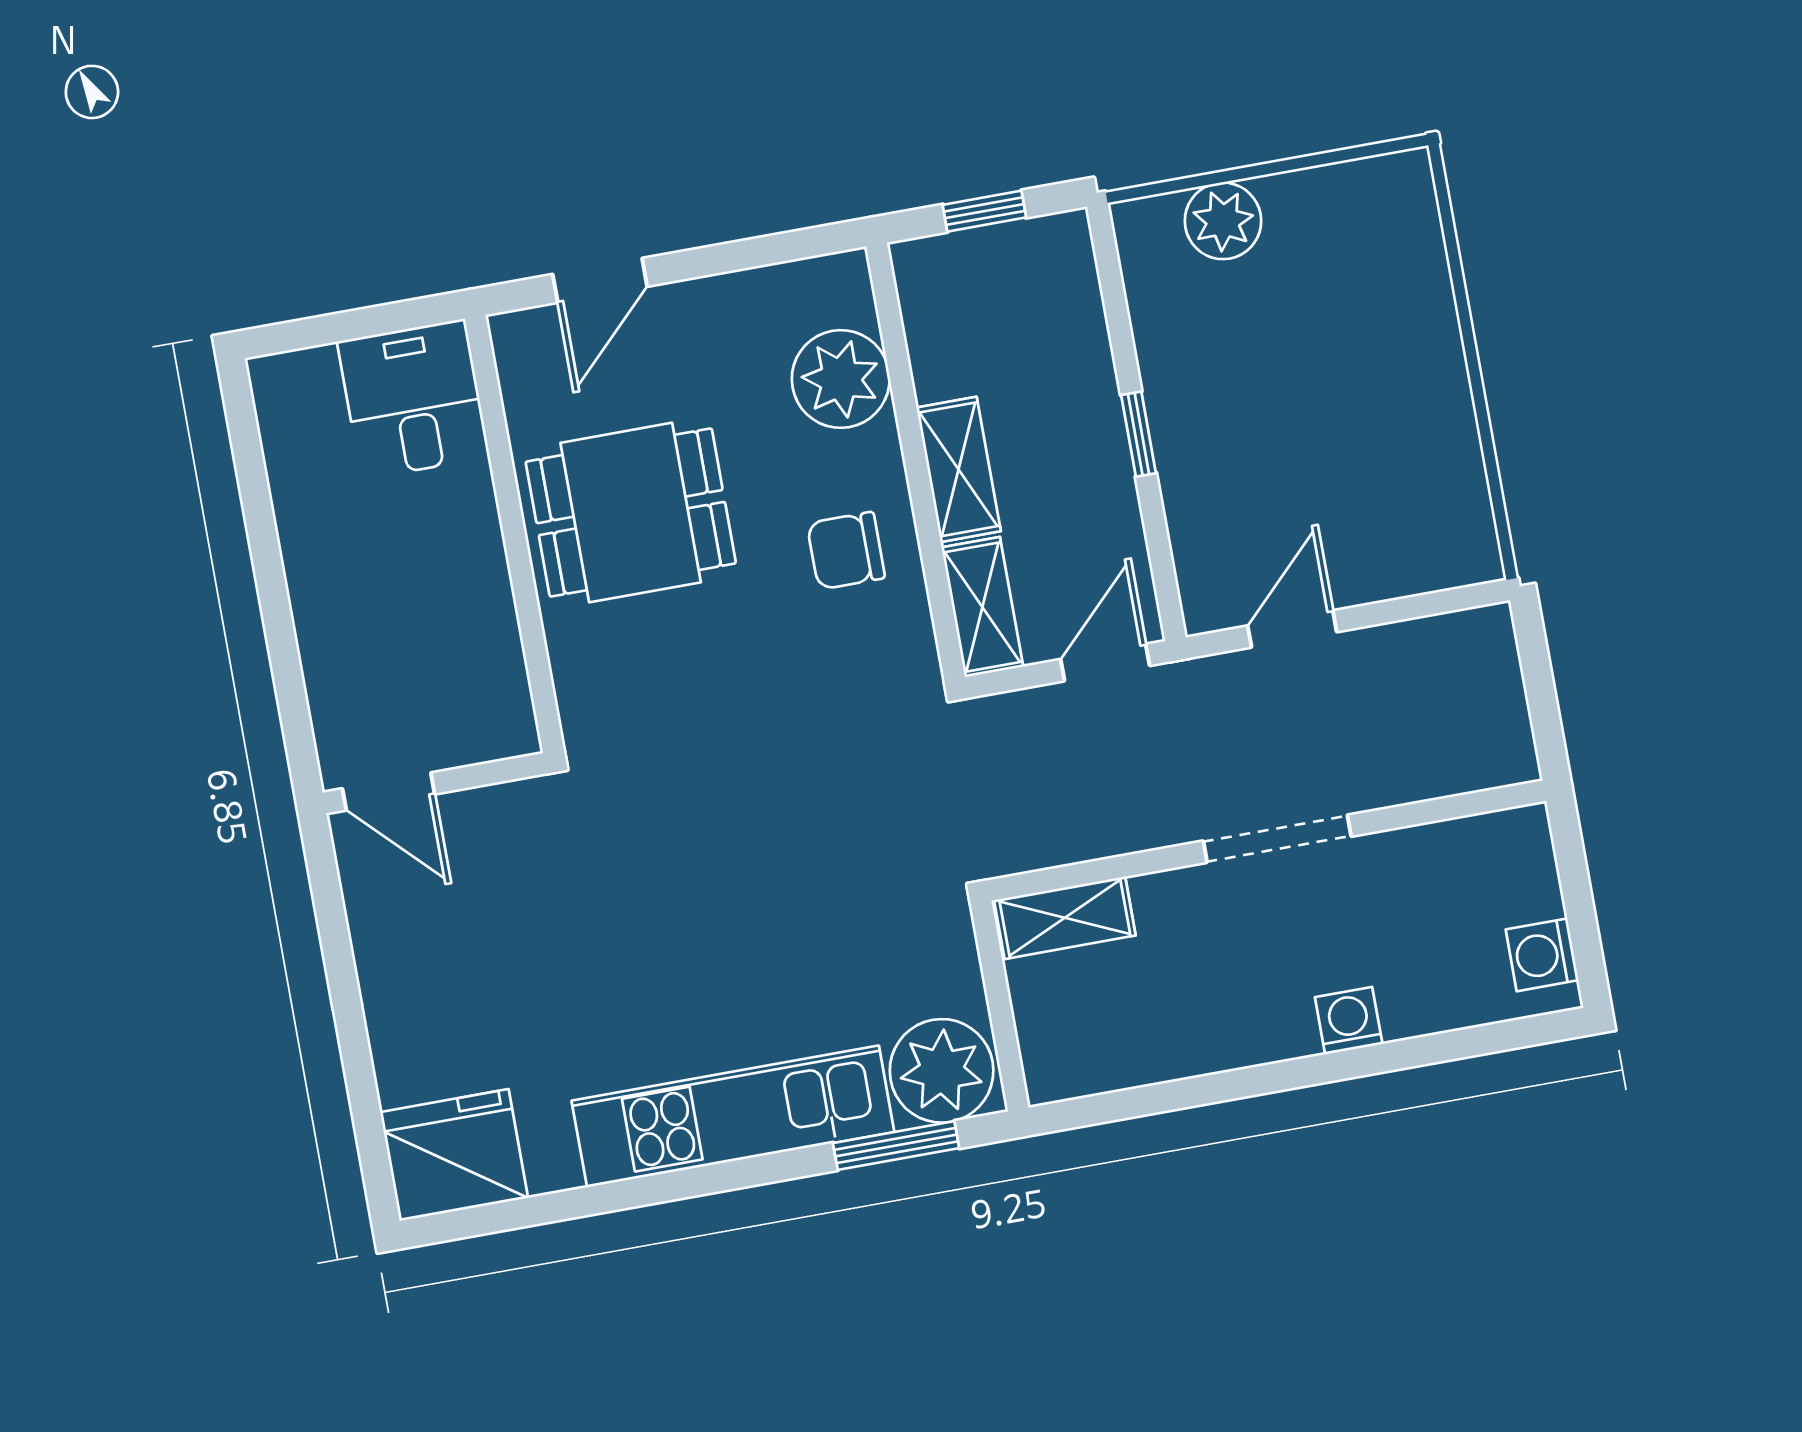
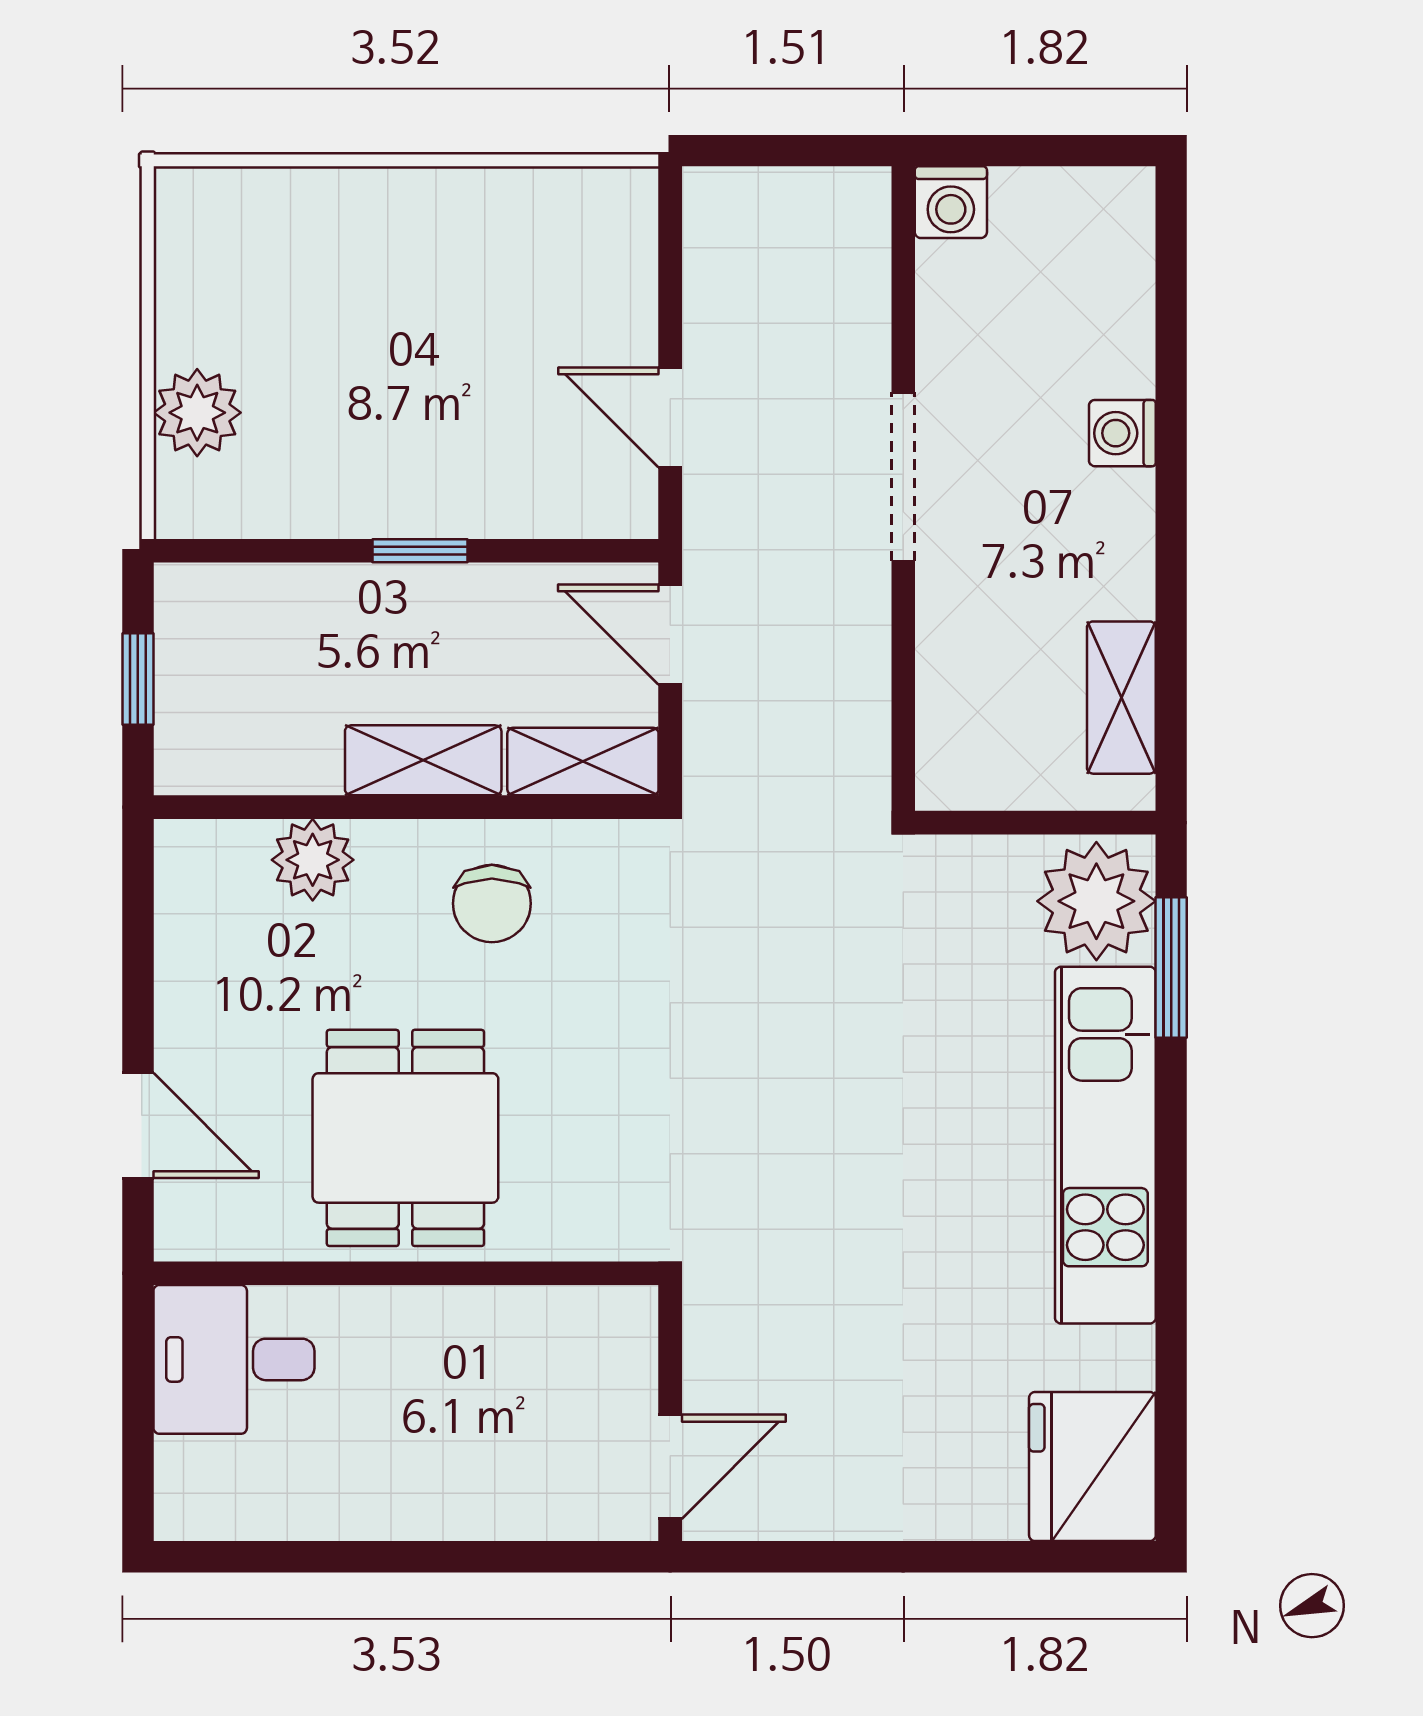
plant: (841, 379) -> (313, 860), width x0.73, depth x0.73
shelving: (1065, 918) -> (1121, 698), moved
washing machine: (1542, 955) -> (951, 202), moved

